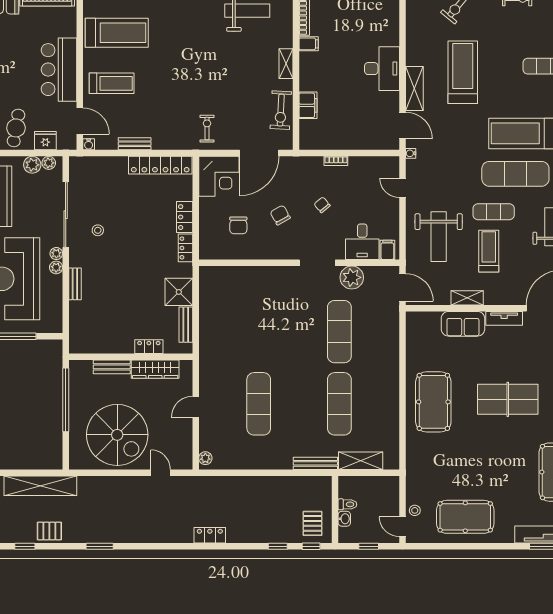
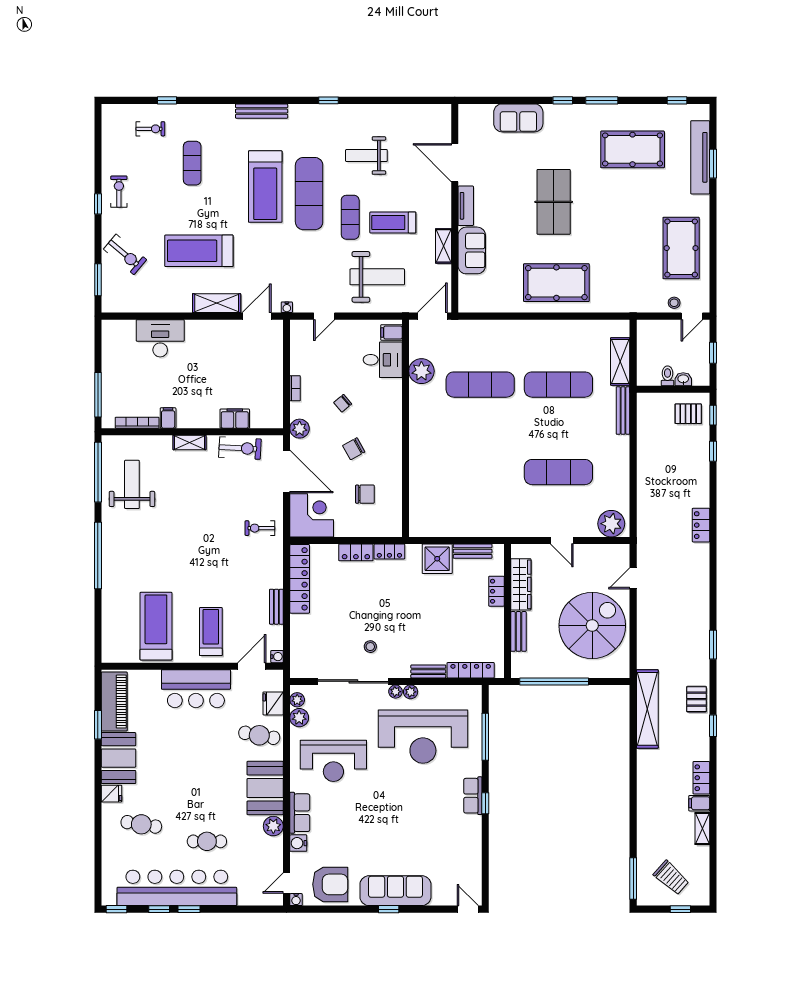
desk: (382, 69) -> (160, 338), moved
plant: (299, 165) -> (300, 429), added
doorway: (317, 263) -> (405, 408), removed
locker: (76, 323) -> (471, 670), added
plant: (205, 458) -> (611, 524), width x1.88, depth x1.88

